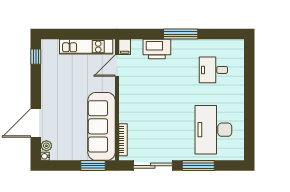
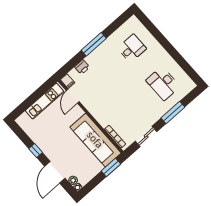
printer: (157, 49) -> (82, 67), width x0.53, depth x0.68
window: (36, 57) -> (36, 151), moved
desk: (213, 70) -> (132, 48), turned 180
desk: (213, 130) -> (163, 83), width x0.73, depth x0.77
sliding door: (153, 166) -> (146, 136), width x0.73

